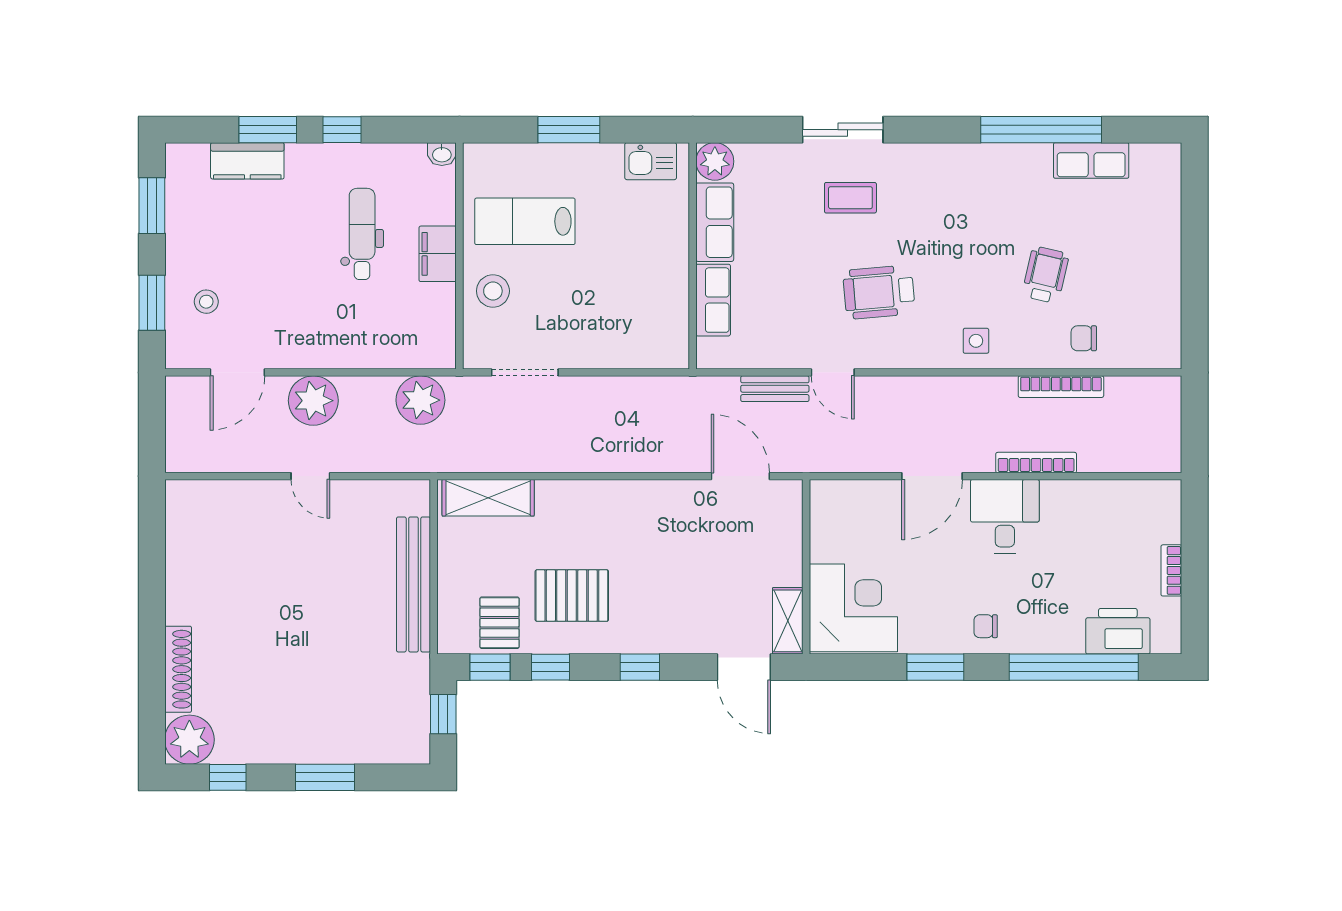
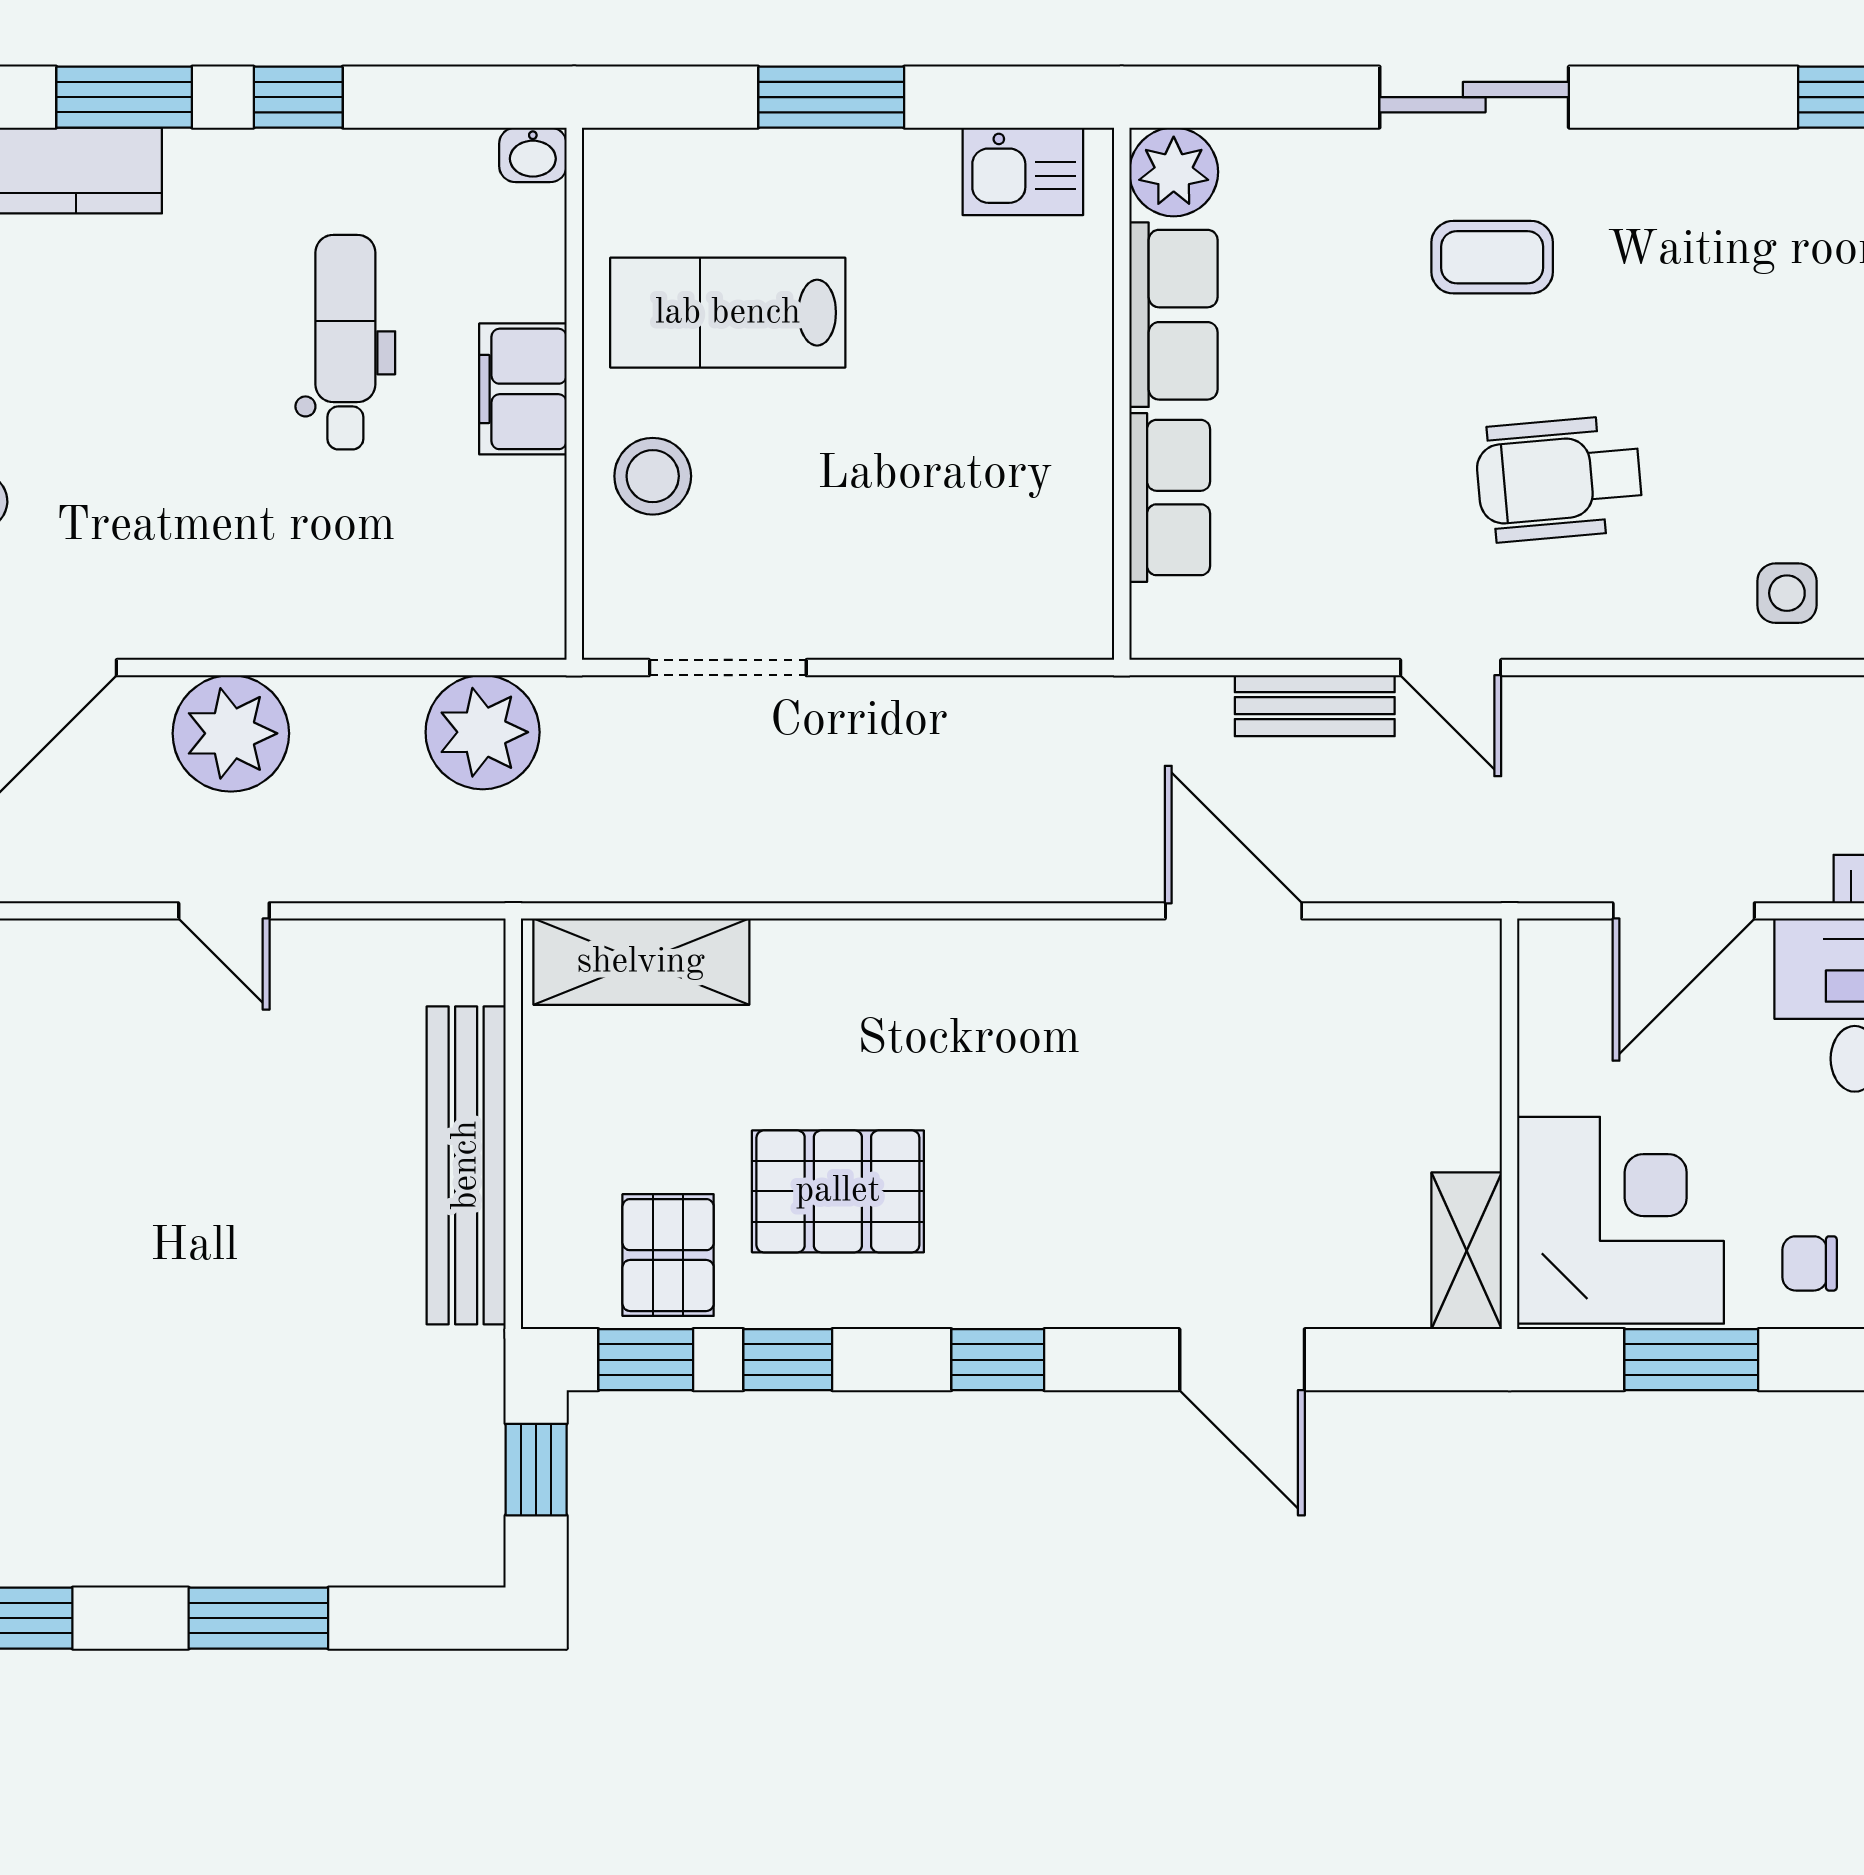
wall: (806, 567) -> (1510, 1124), moved
corner desk: (853, 608) -> (1621, 1220), moved
shelving: (788, 621) -> (1467, 1251), moved

